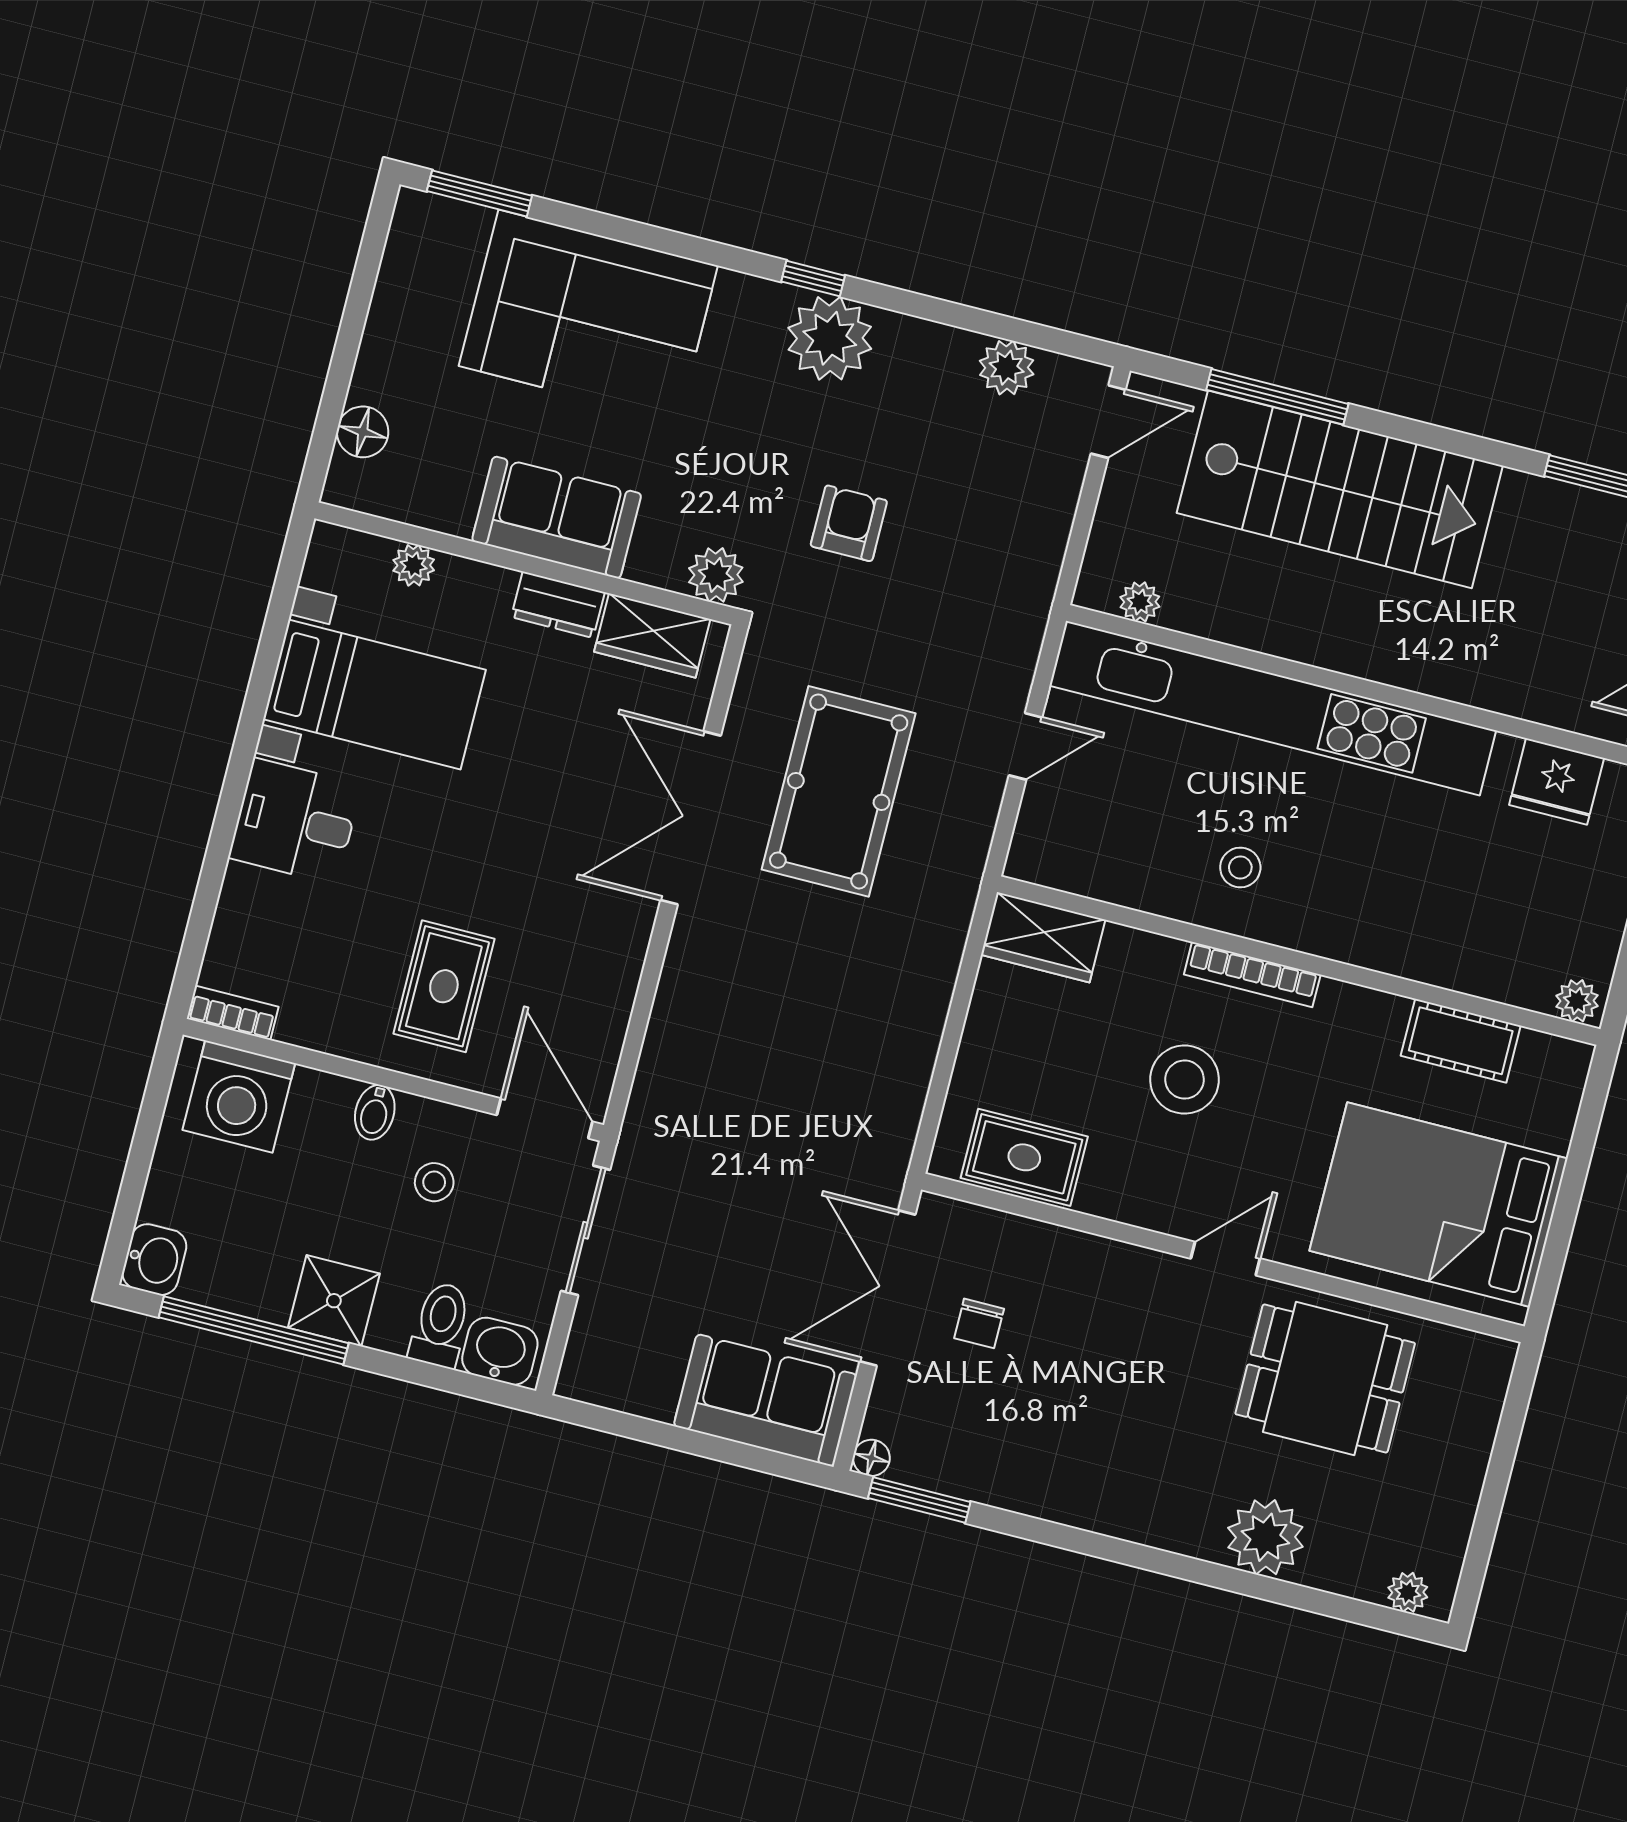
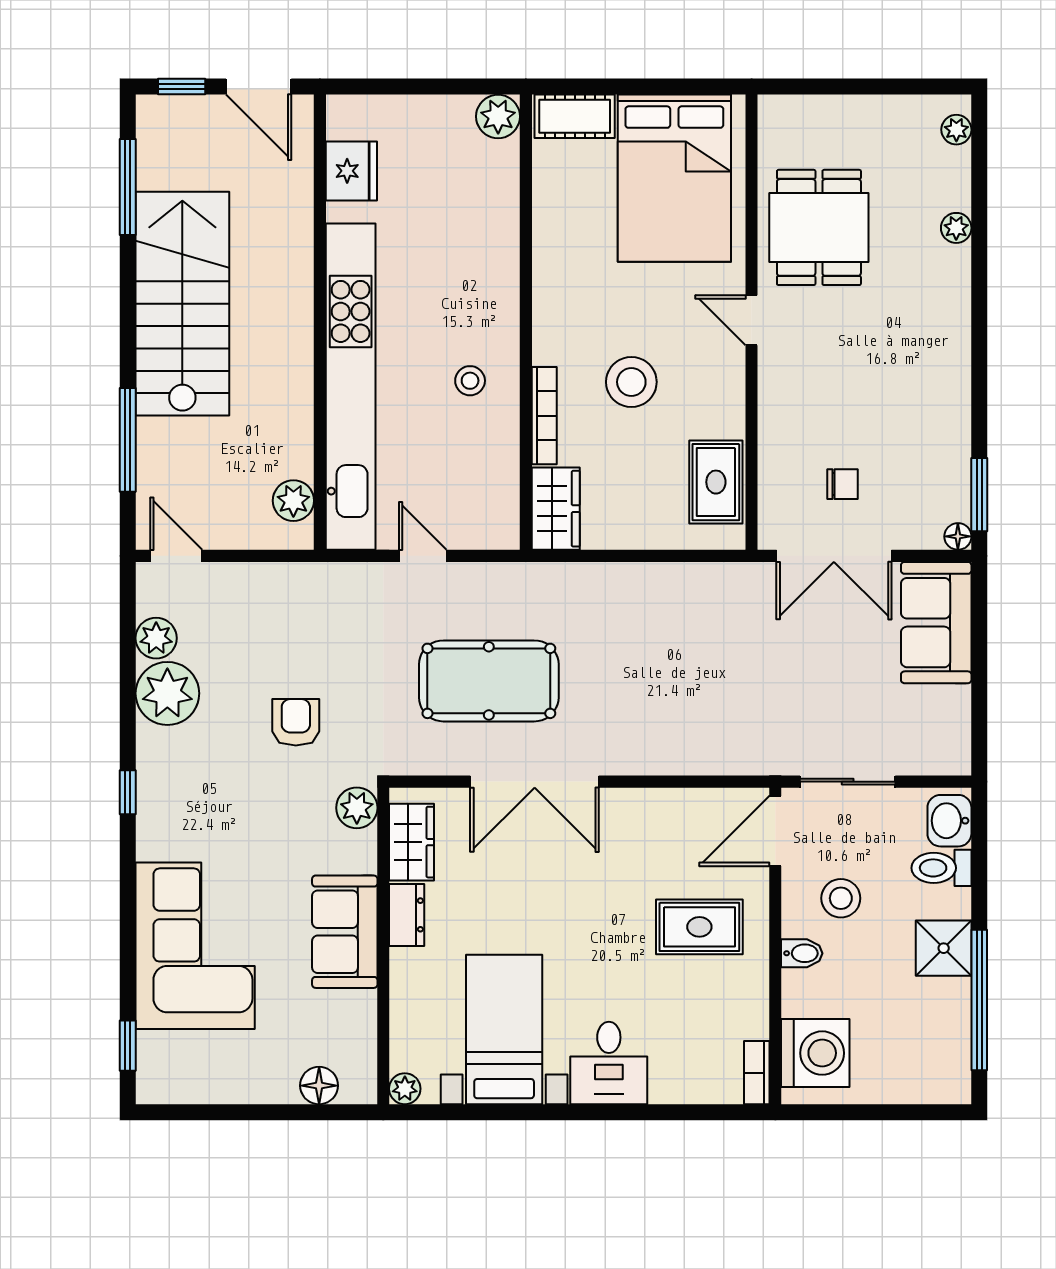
window: (479, 193) -> (128, 1046), width x0.67
plant: (830, 338) -> (167, 693), moved
stairs: (1340, 489) -> (182, 304), moved
armchair: (849, 523) -> (296, 722), turned 90
plant: (414, 565) -> (405, 1089), moved
plant: (1140, 602) -> (293, 501), width x1.38, depth x1.38
bookcase: (1252, 975) -> (544, 416), moved
plant: (1577, 1001) -> (498, 116), width x1.38, depth x1.38
cot: (1461, 1041) -> (575, 116), moved, turned 90
stool: (434, 1182) -> (841, 898), width x1.37, depth x1.37
washbasin: (154, 1260) -> (947, 1084), removed
plant: (1265, 1537) -> (956, 228), width x0.53, depth x0.53

